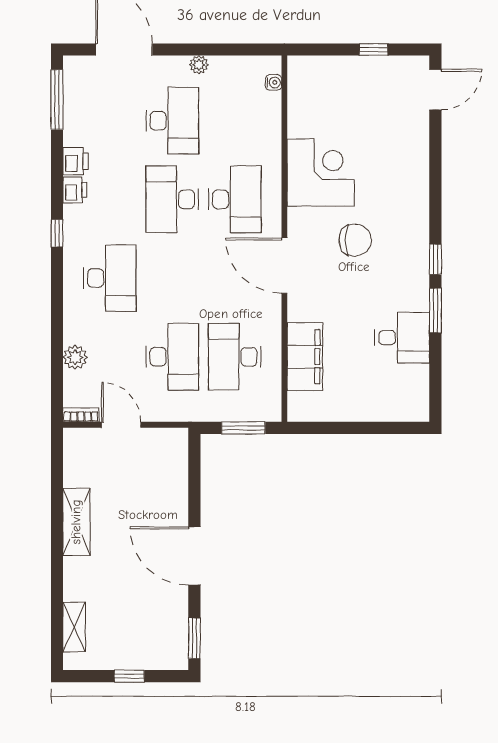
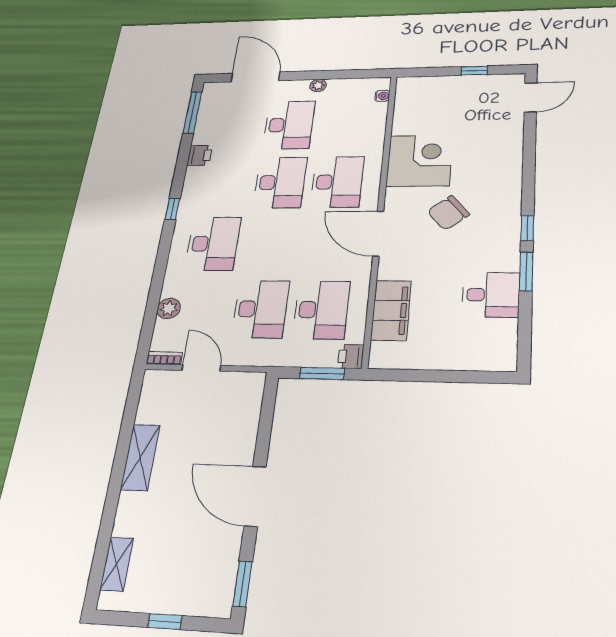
printer: (75, 190) -> (351, 356), moved, turned 180
desk: (172, 199) -> (280, 182), turned 180
chair: (355, 240) -> (448, 213), turned 141
desk: (235, 357) -> (321, 310), turned 180

